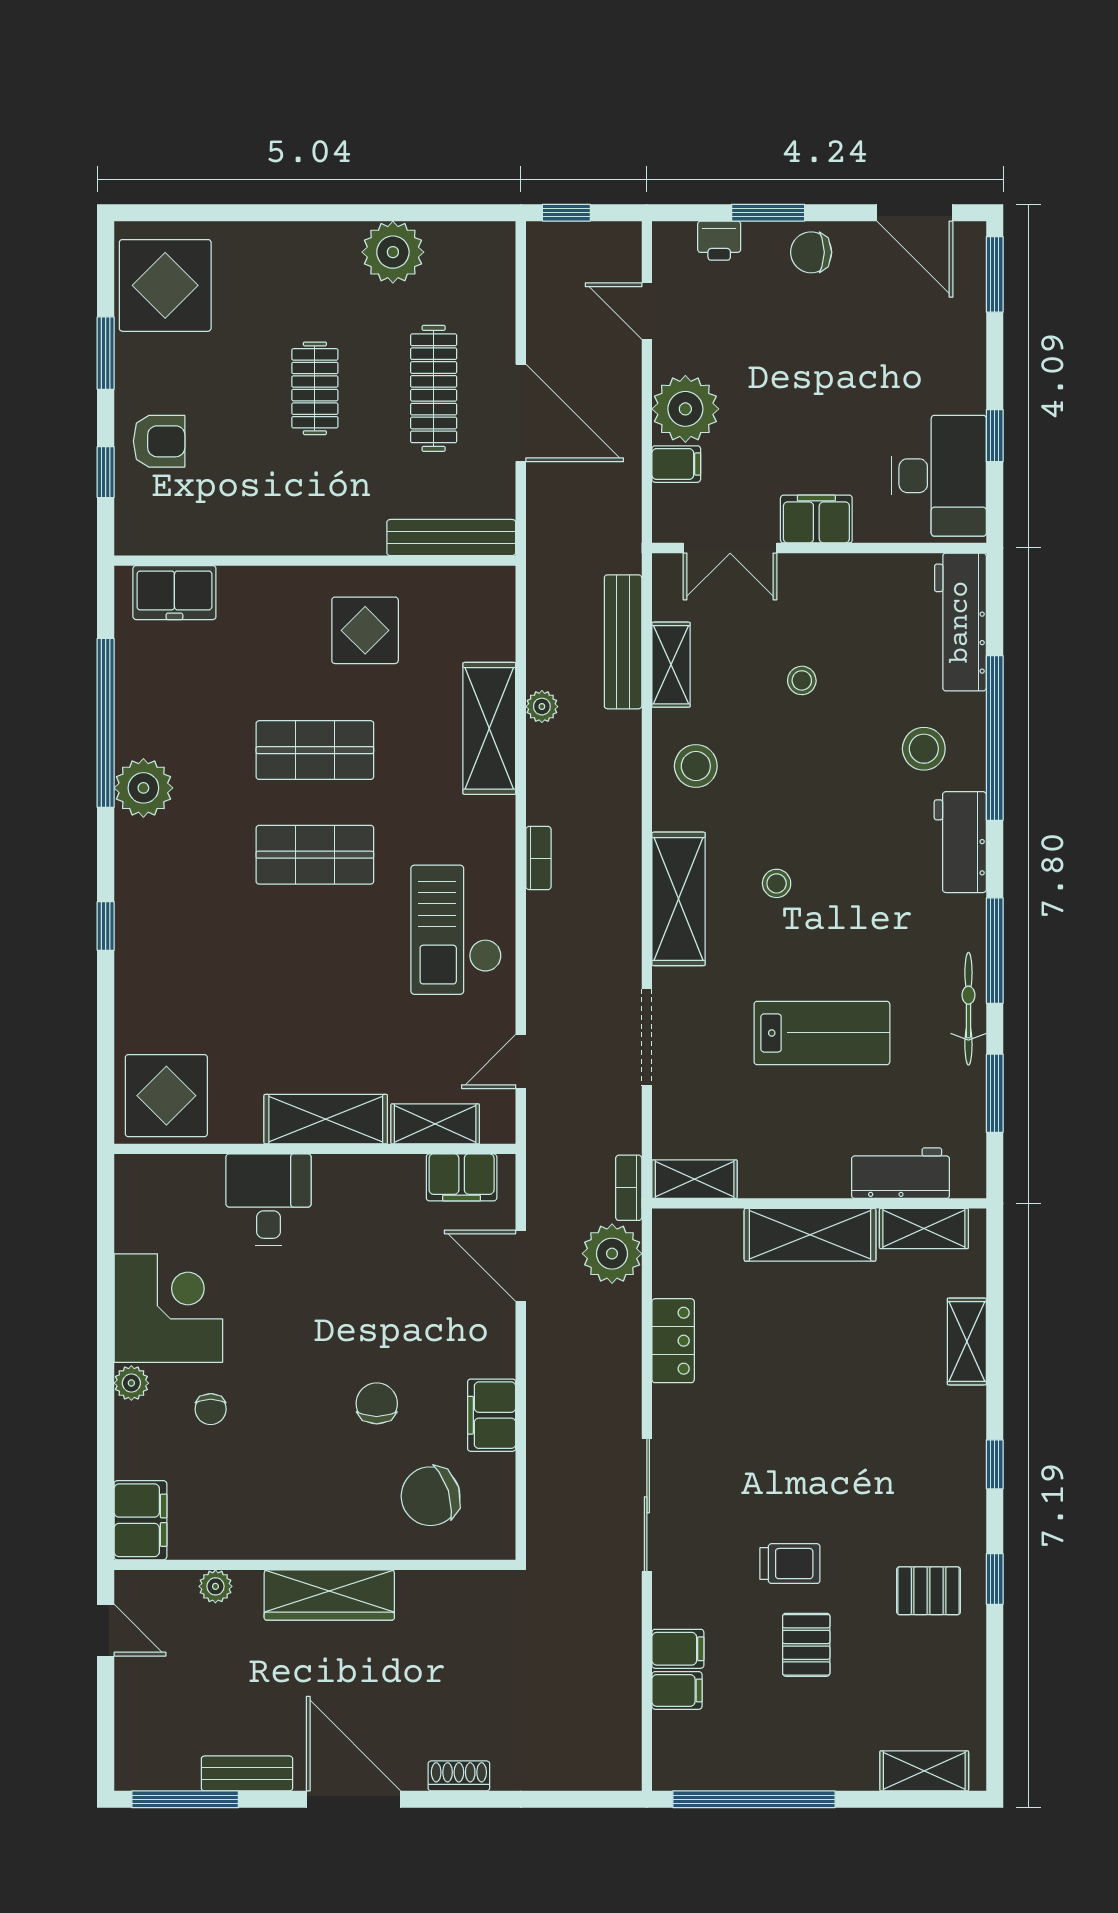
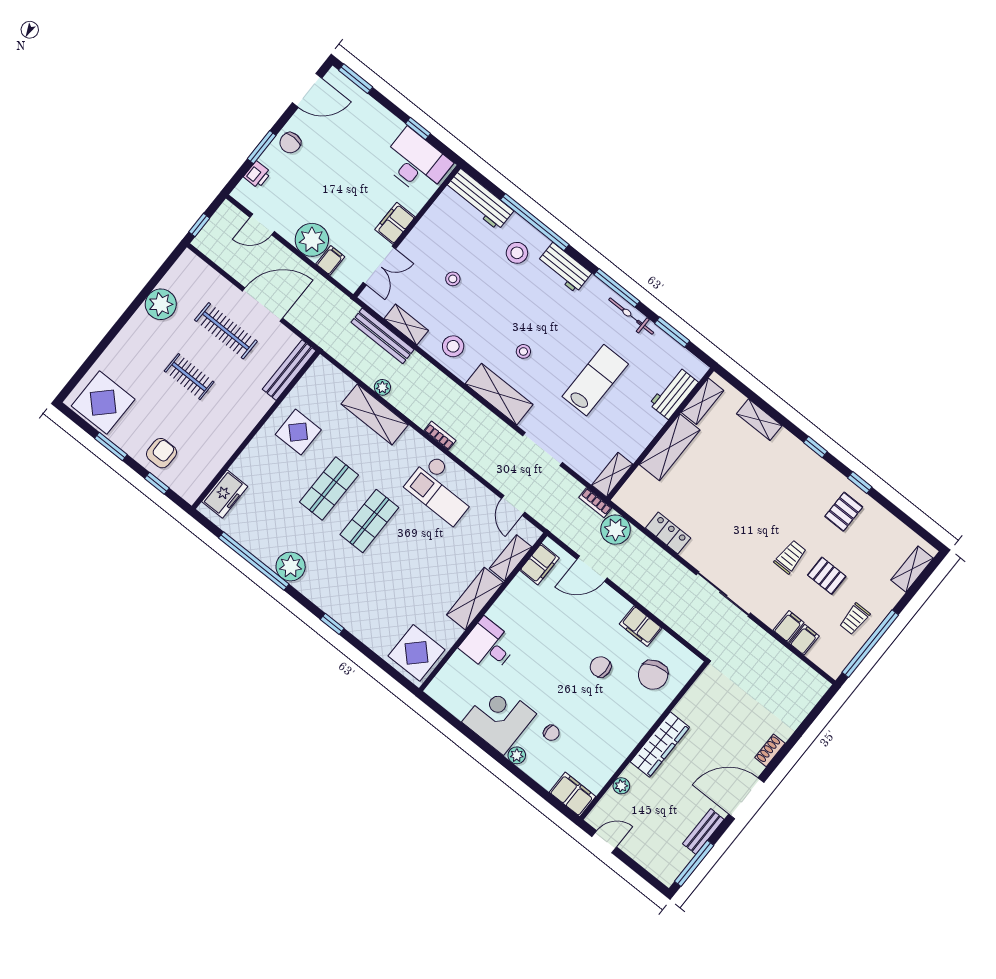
trolley: (773, 1743) -> (855, 619), added

